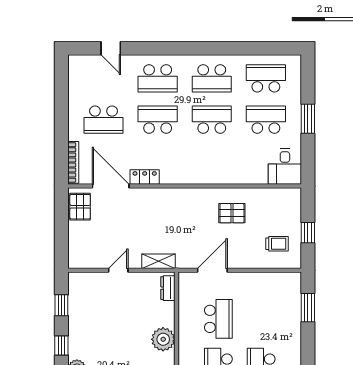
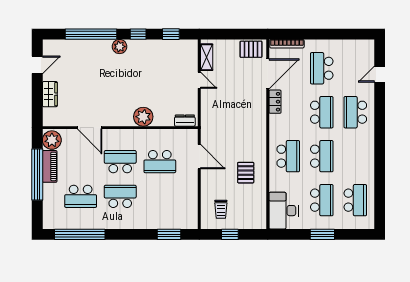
school desk: (212, 78) -> (288, 156), moved, turned 180
desk: (285, 167) -> (284, 211), width x1.37
shelving: (158, 261) -> (207, 57), moved

